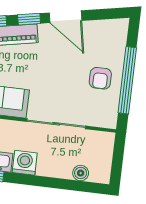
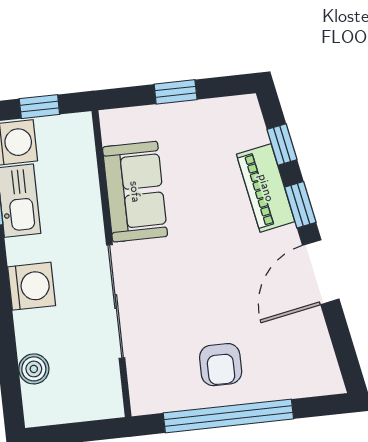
armchair: (100, 78) -> (221, 365), turned -90
washing machine: (25, 163) -> (32, 286), moved

